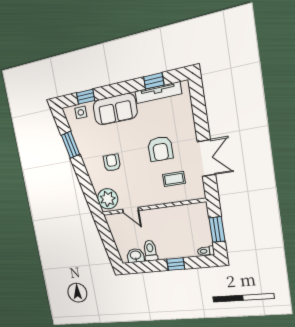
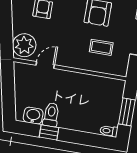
door: (131, 210) -> (45, 65), swing flipped
window: (176, 264) -> (49, 132), moved

